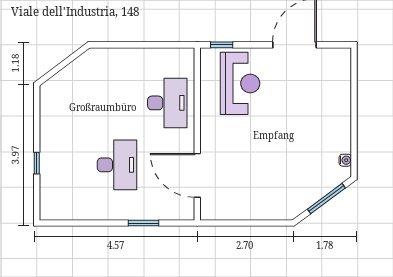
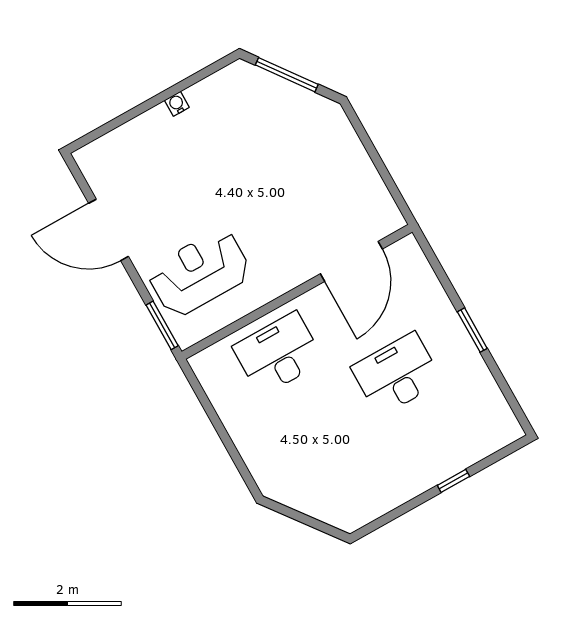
window: (222, 45) -> (162, 325), width x1.50
water cooler: (345, 160) -> (177, 104), moved
window: (144, 223) -> (472, 330), moved

